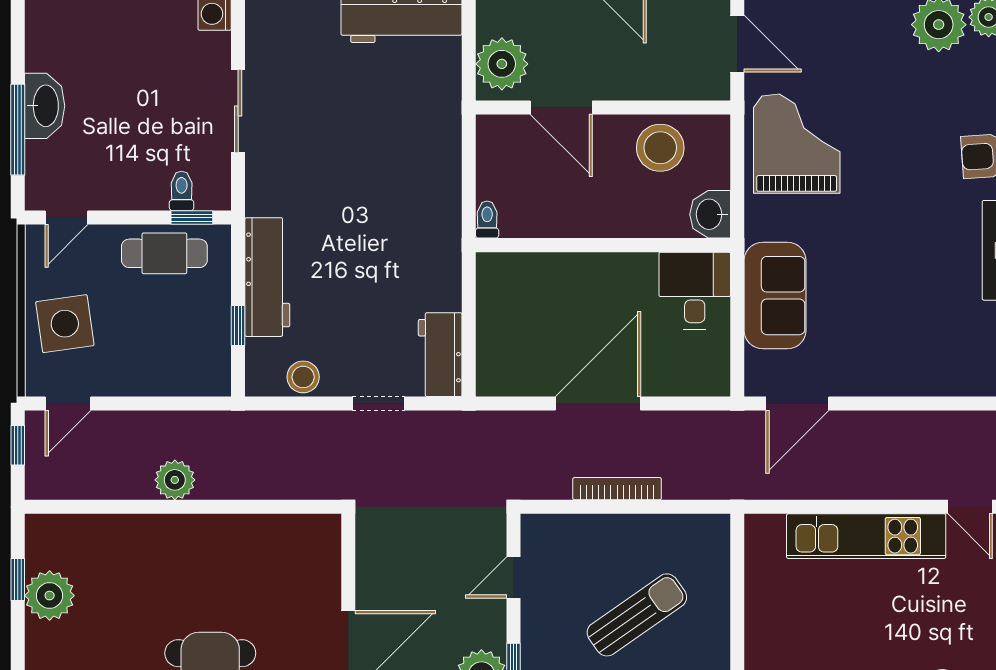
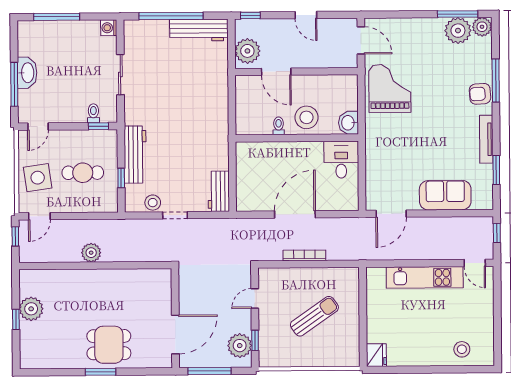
stool: (660, 148) -> (306, 117), moved
toilet: (487, 220) -> (279, 126), moved
cafe table: (164, 253) -> (83, 173), moved
sofa: (775, 296) -> (445, 195), moved, turned -90
doorway: (379, 404) -> (175, 215), moved
window: (18, 579) -> (16, 319), moved

